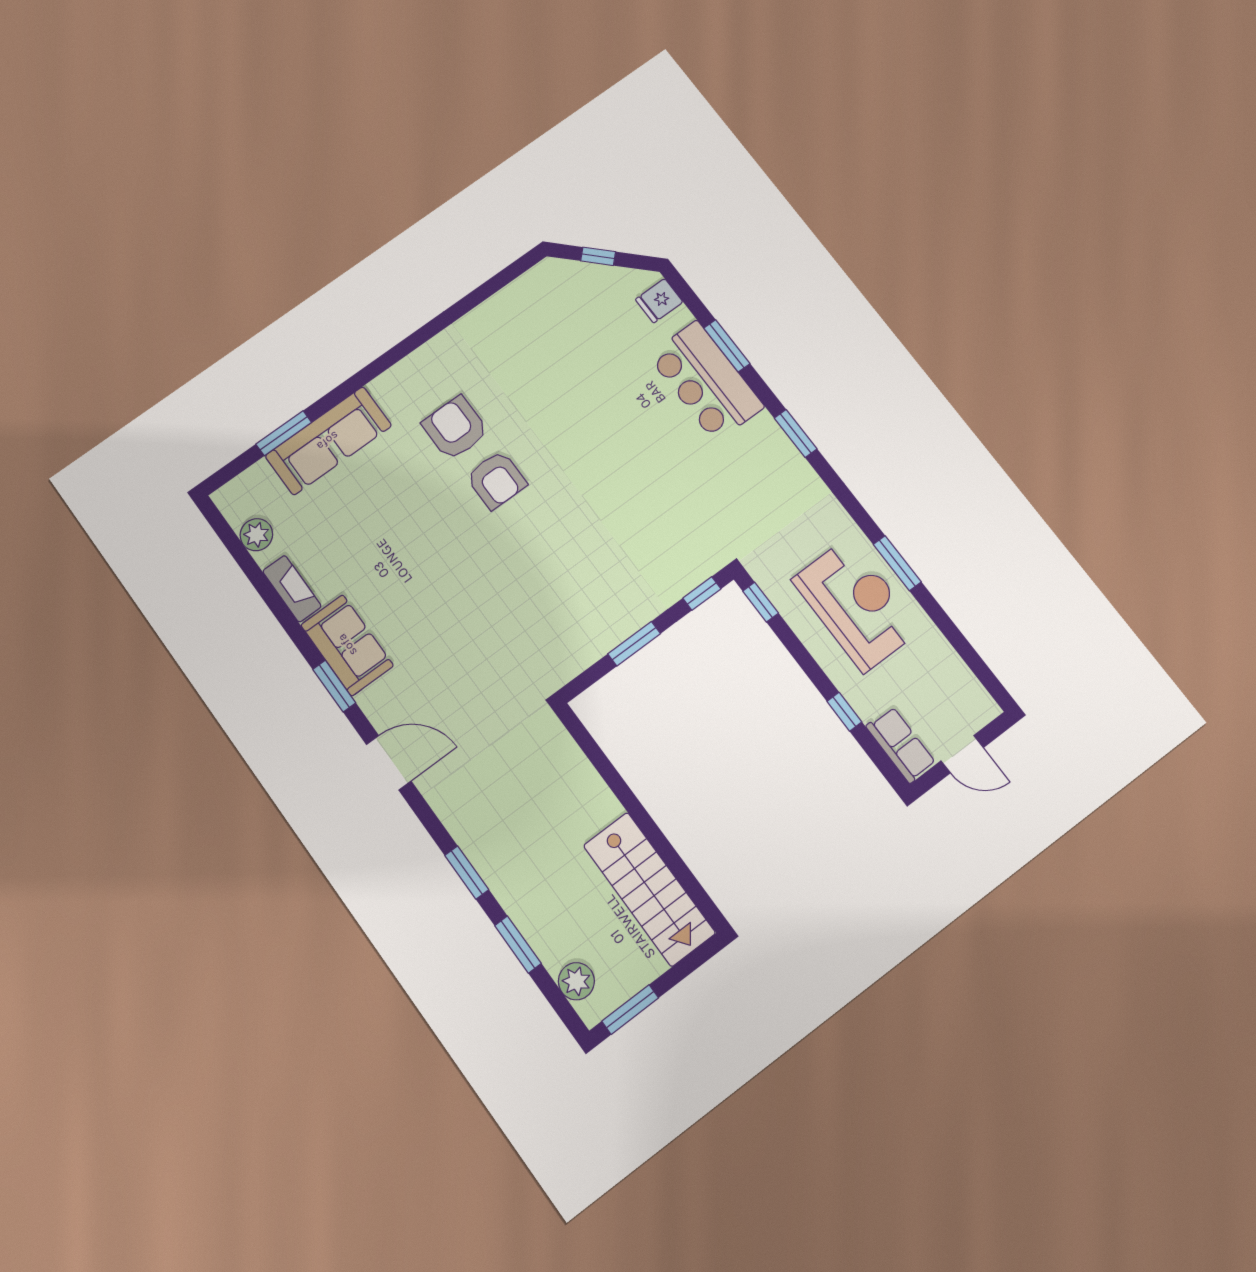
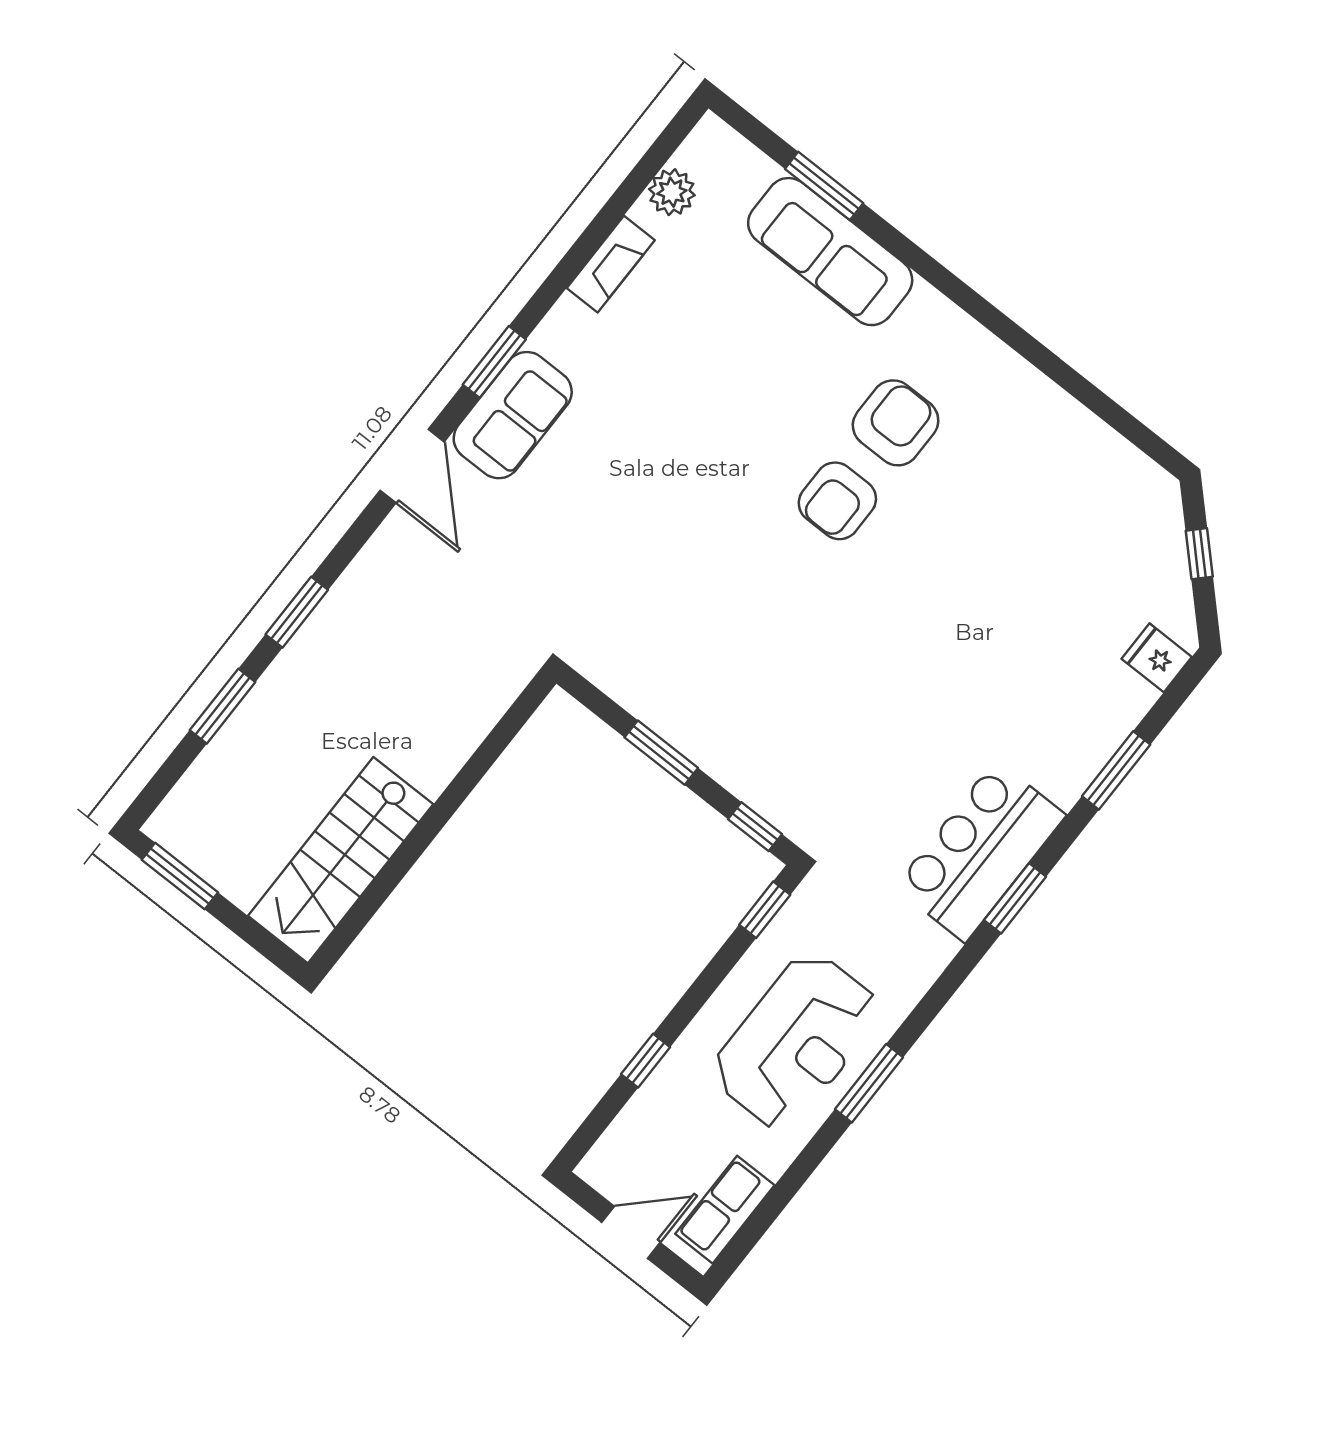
bar counter: (706, 381) -> (980, 851), moved
sofa: (347, 645) -> (513, 415), moved
row of seats: (901, 745) -> (725, 1210), moved, turned 180
door: (962, 754) -> (631, 1232), swing flipped
plant: (576, 981) -> (197, 796), removed

